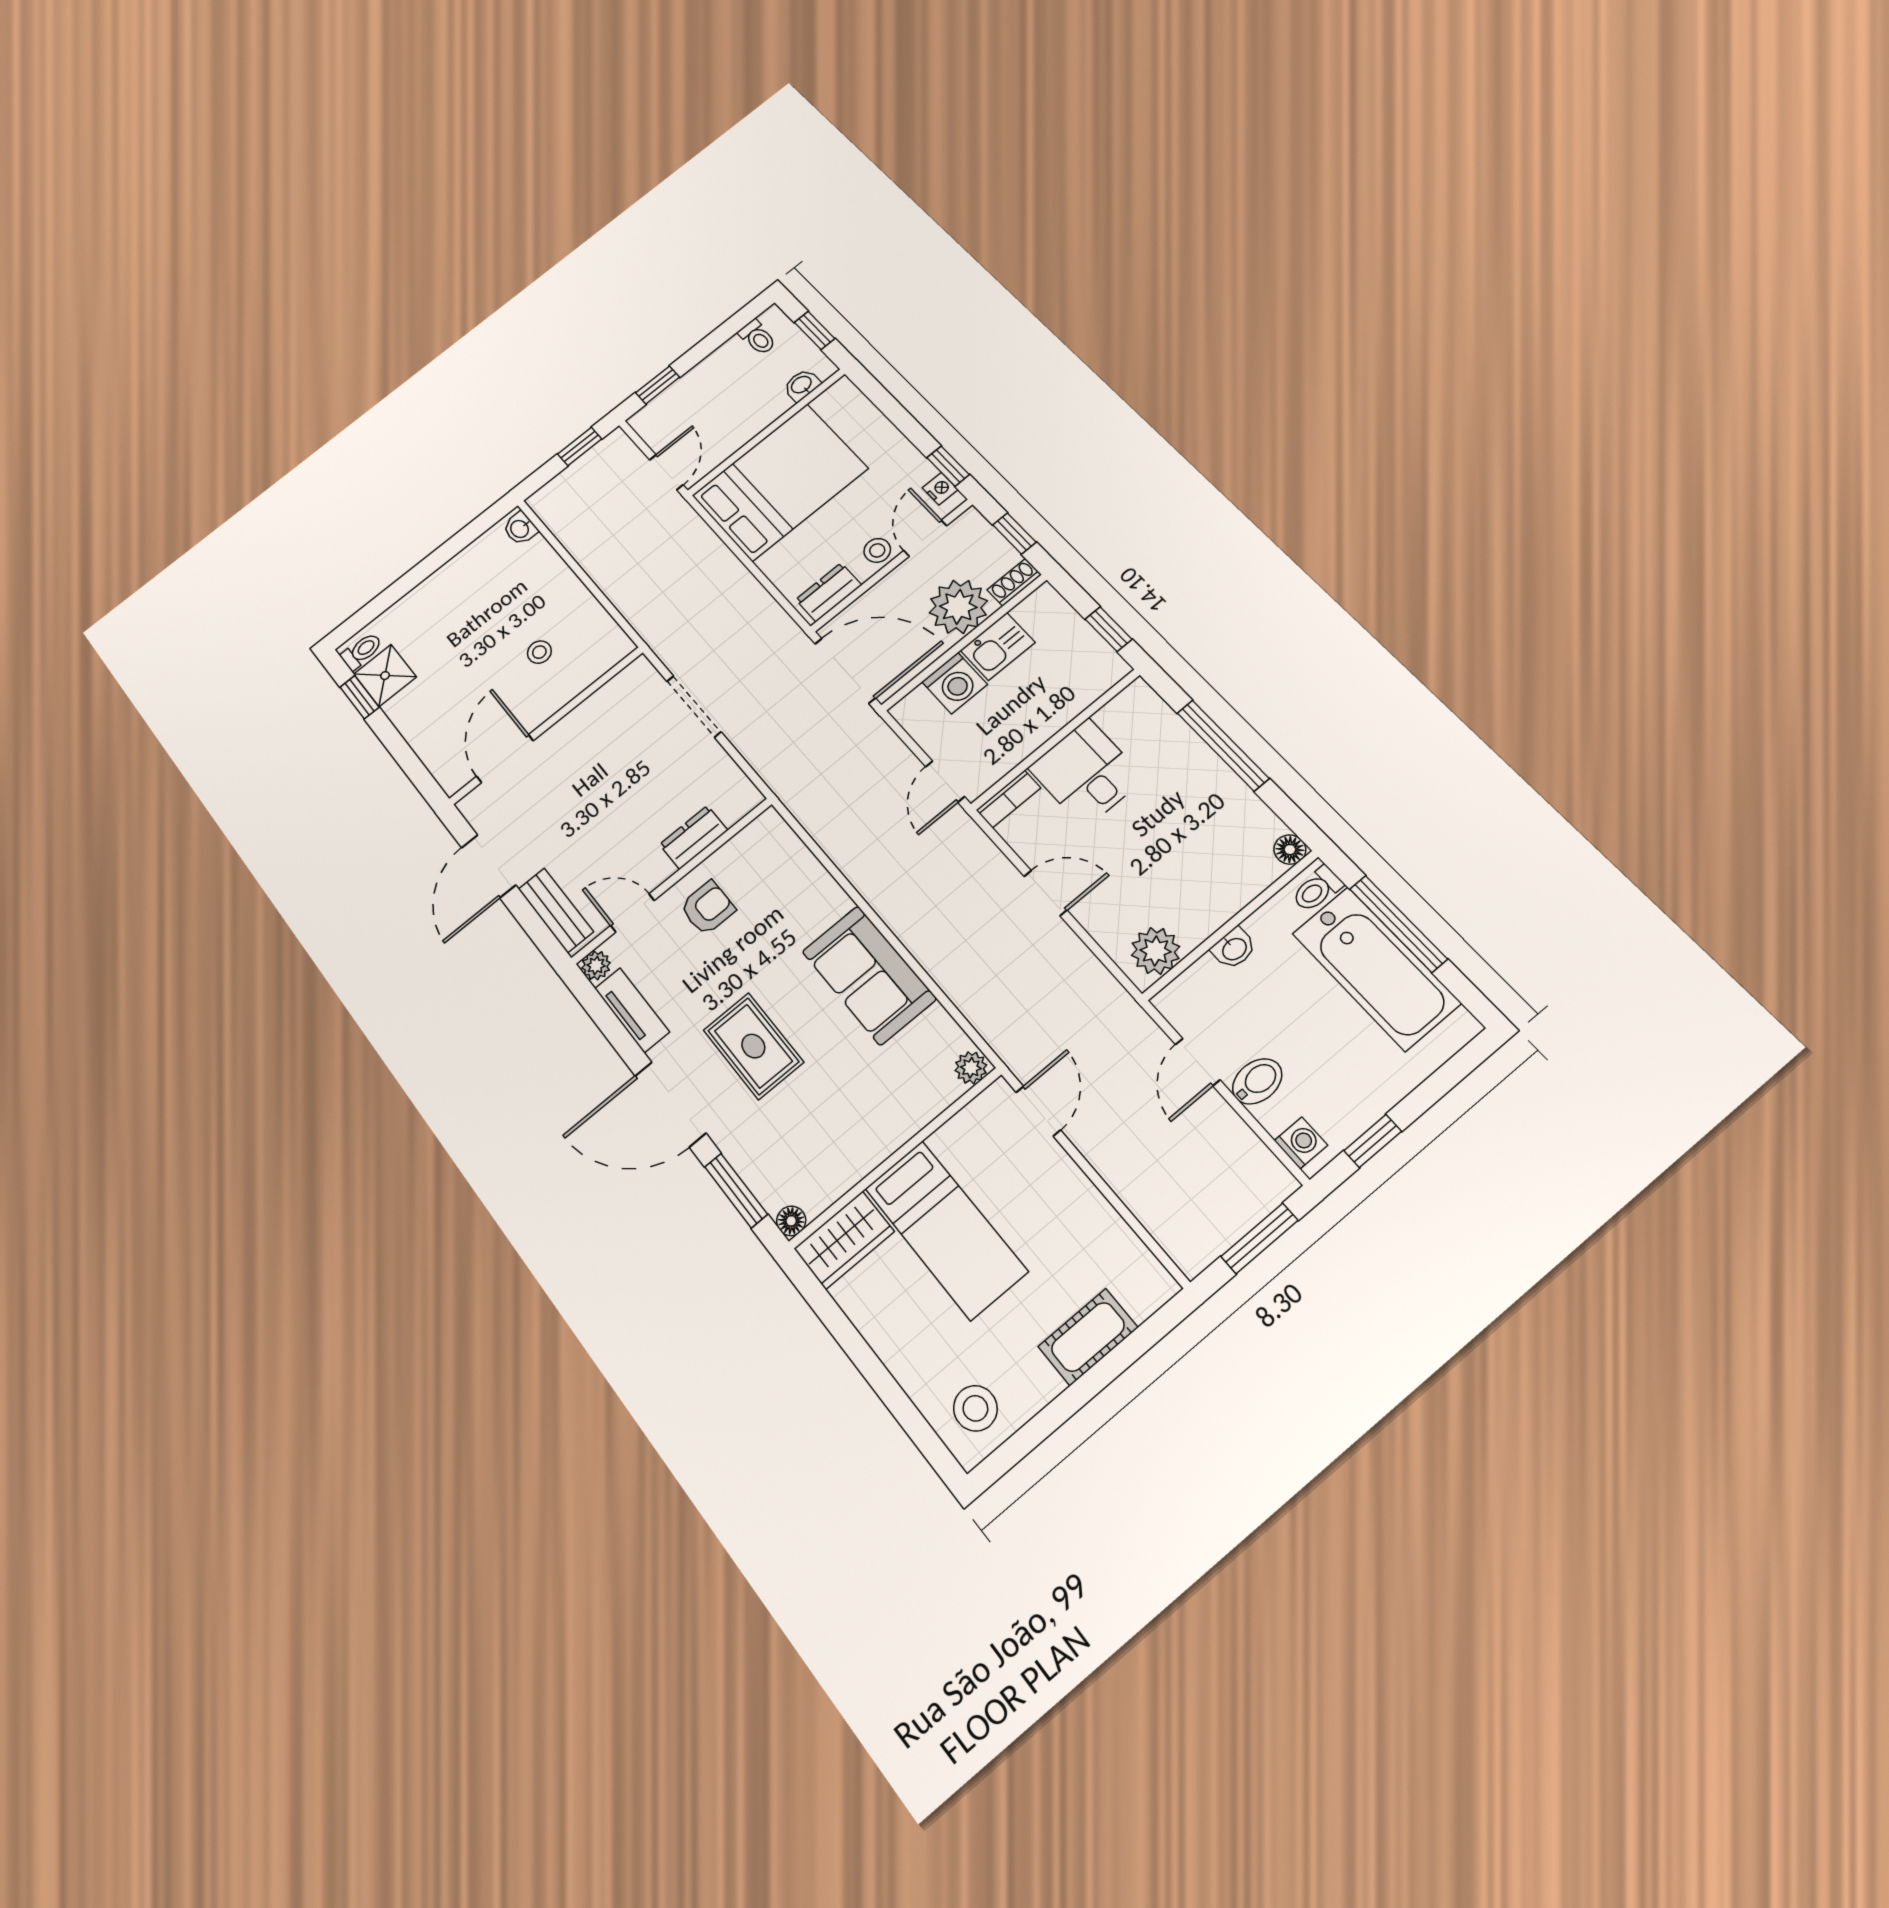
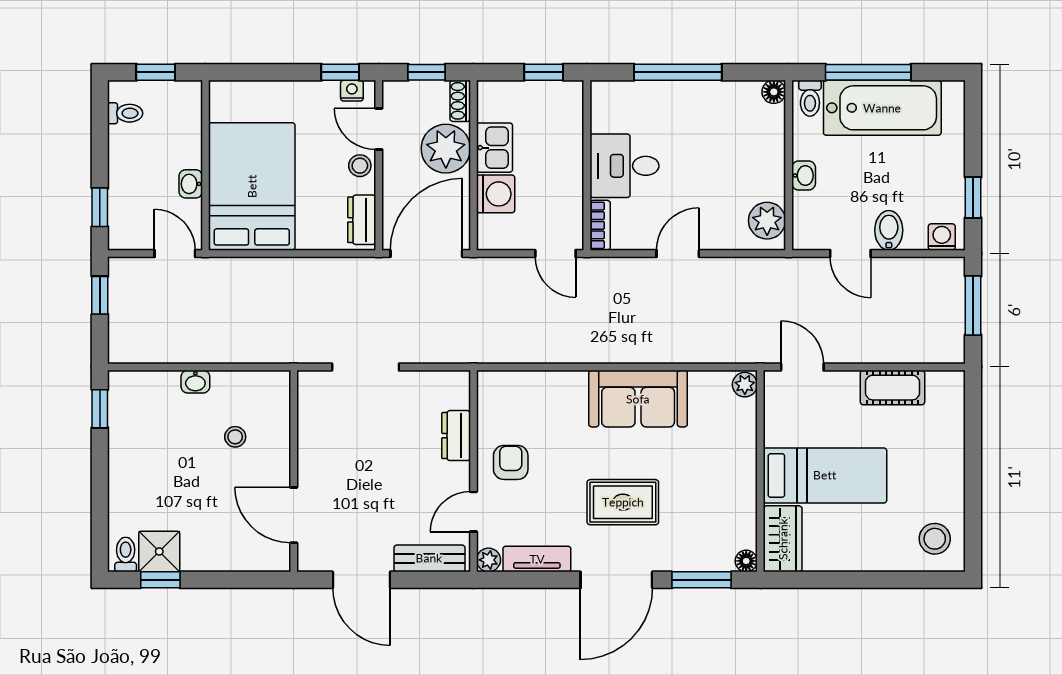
washbasin: (802, 385) -> (191, 184), moved
window: (478, 527) -> (100, 409), added
washbasin: (520, 528) -> (195, 382), moved
cot: (1088, 1337) -> (892, 388), moved, turned 90

